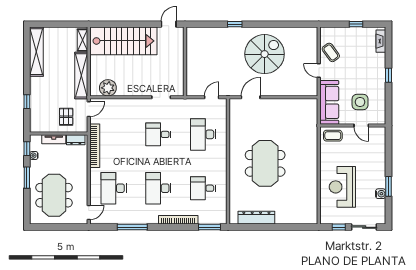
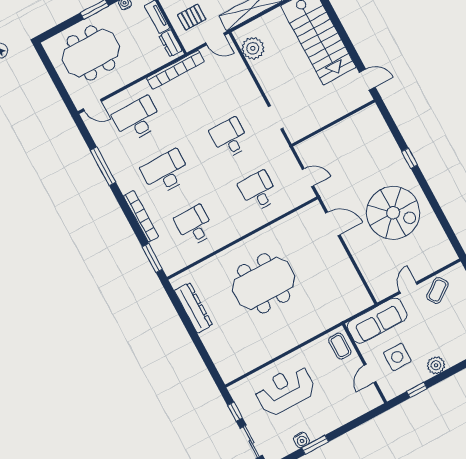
window: (388, 75) -> (417, 390), moved
plant: (379, 80) -> (436, 365), added
desk: (203, 134) -> (258, 191), width x0.73

